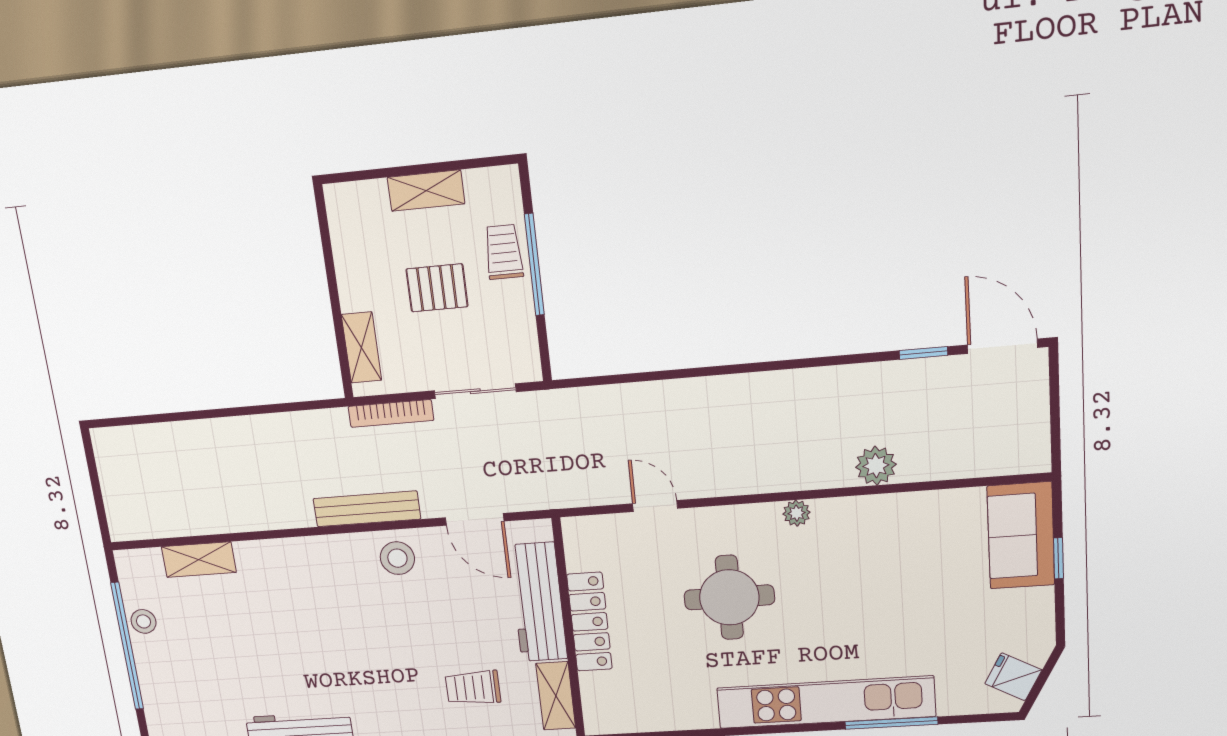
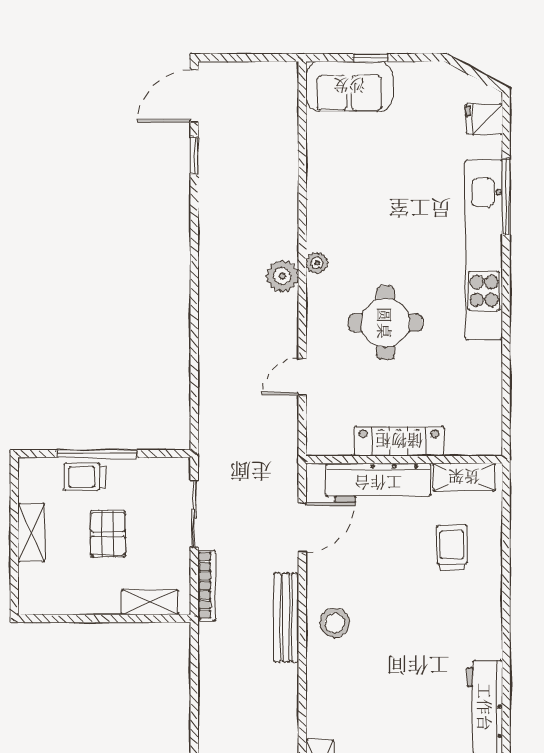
plant: (876, 466) -> (282, 276), moved
stool: (397, 558) -> (335, 623), moved
fridge: (1013, 677) -> (484, 119), moved, turned 62
trolley: (473, 688) -> (452, 548), turned 180

